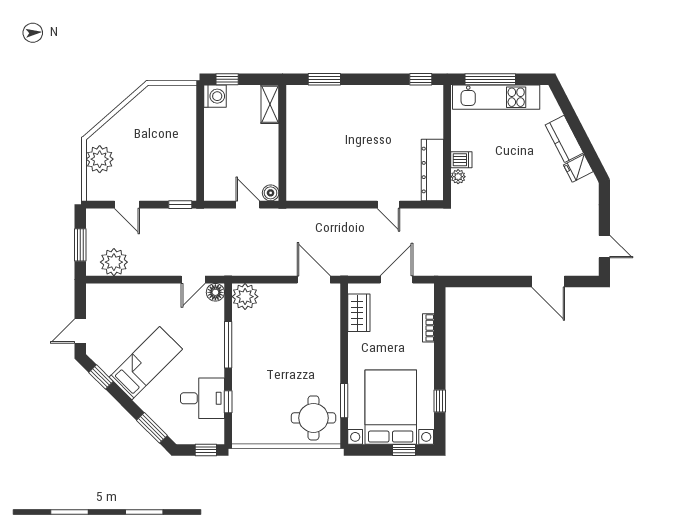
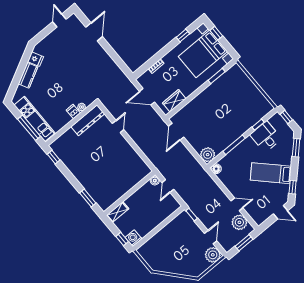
plant: (100, 159) -> (213, 255), moved
door: (193, 280) -> (237, 204), moved
round table: (313, 418) -> (235, 83), removed

